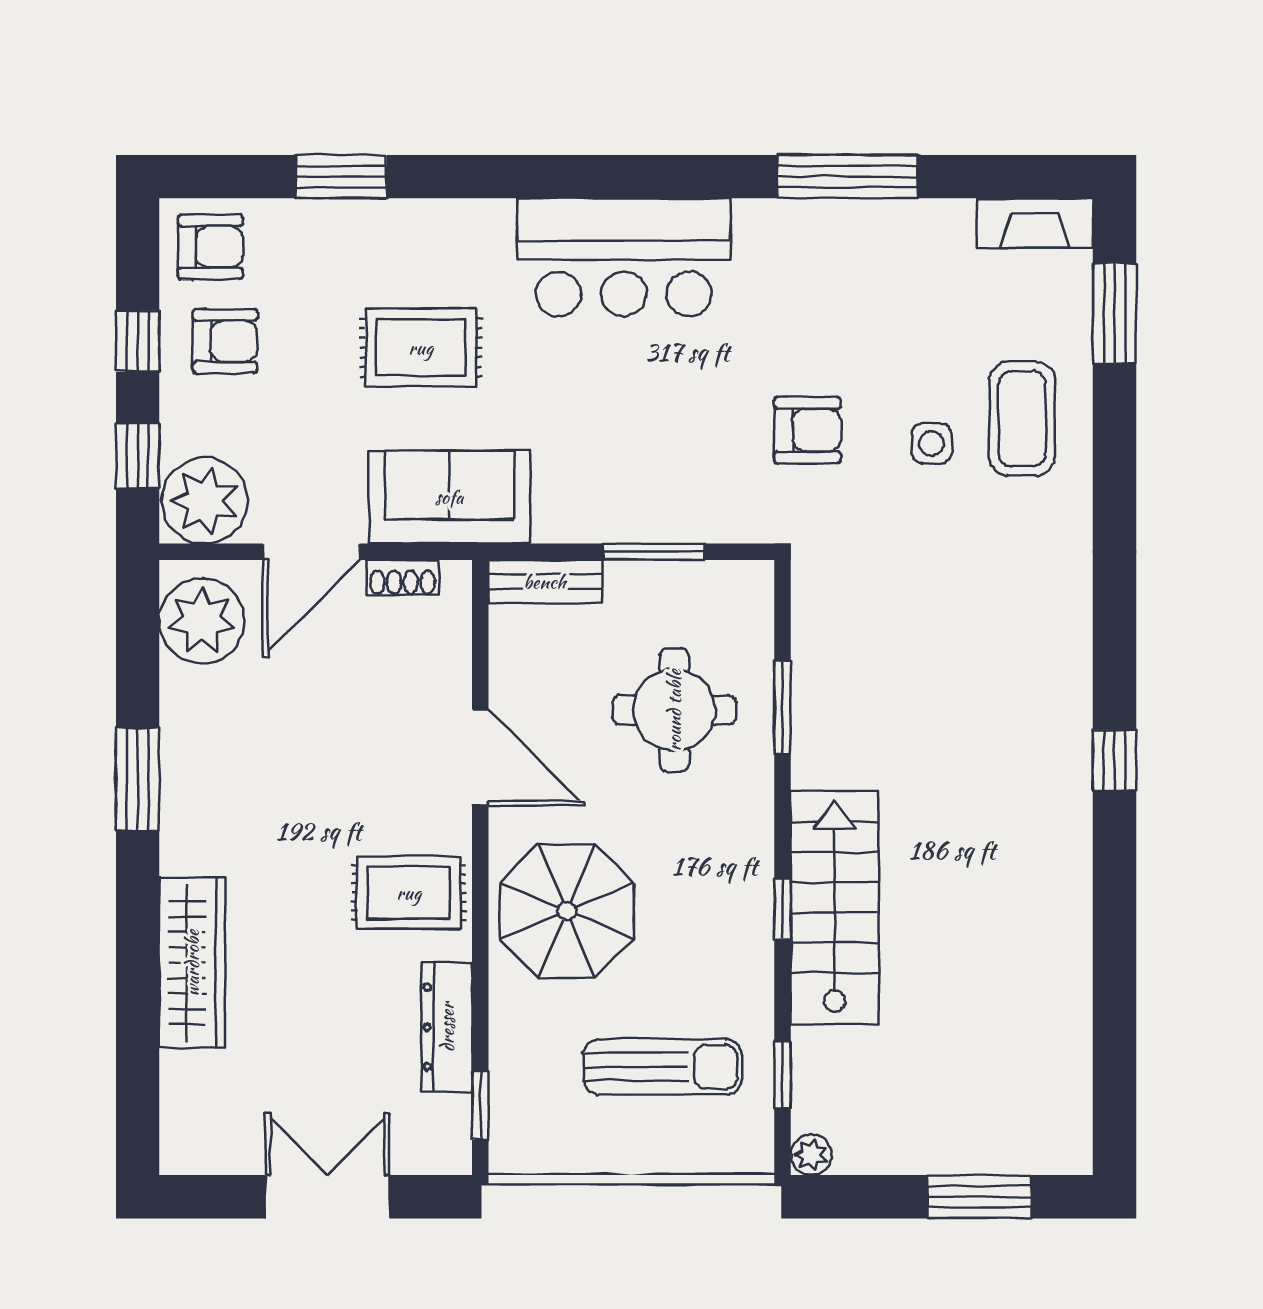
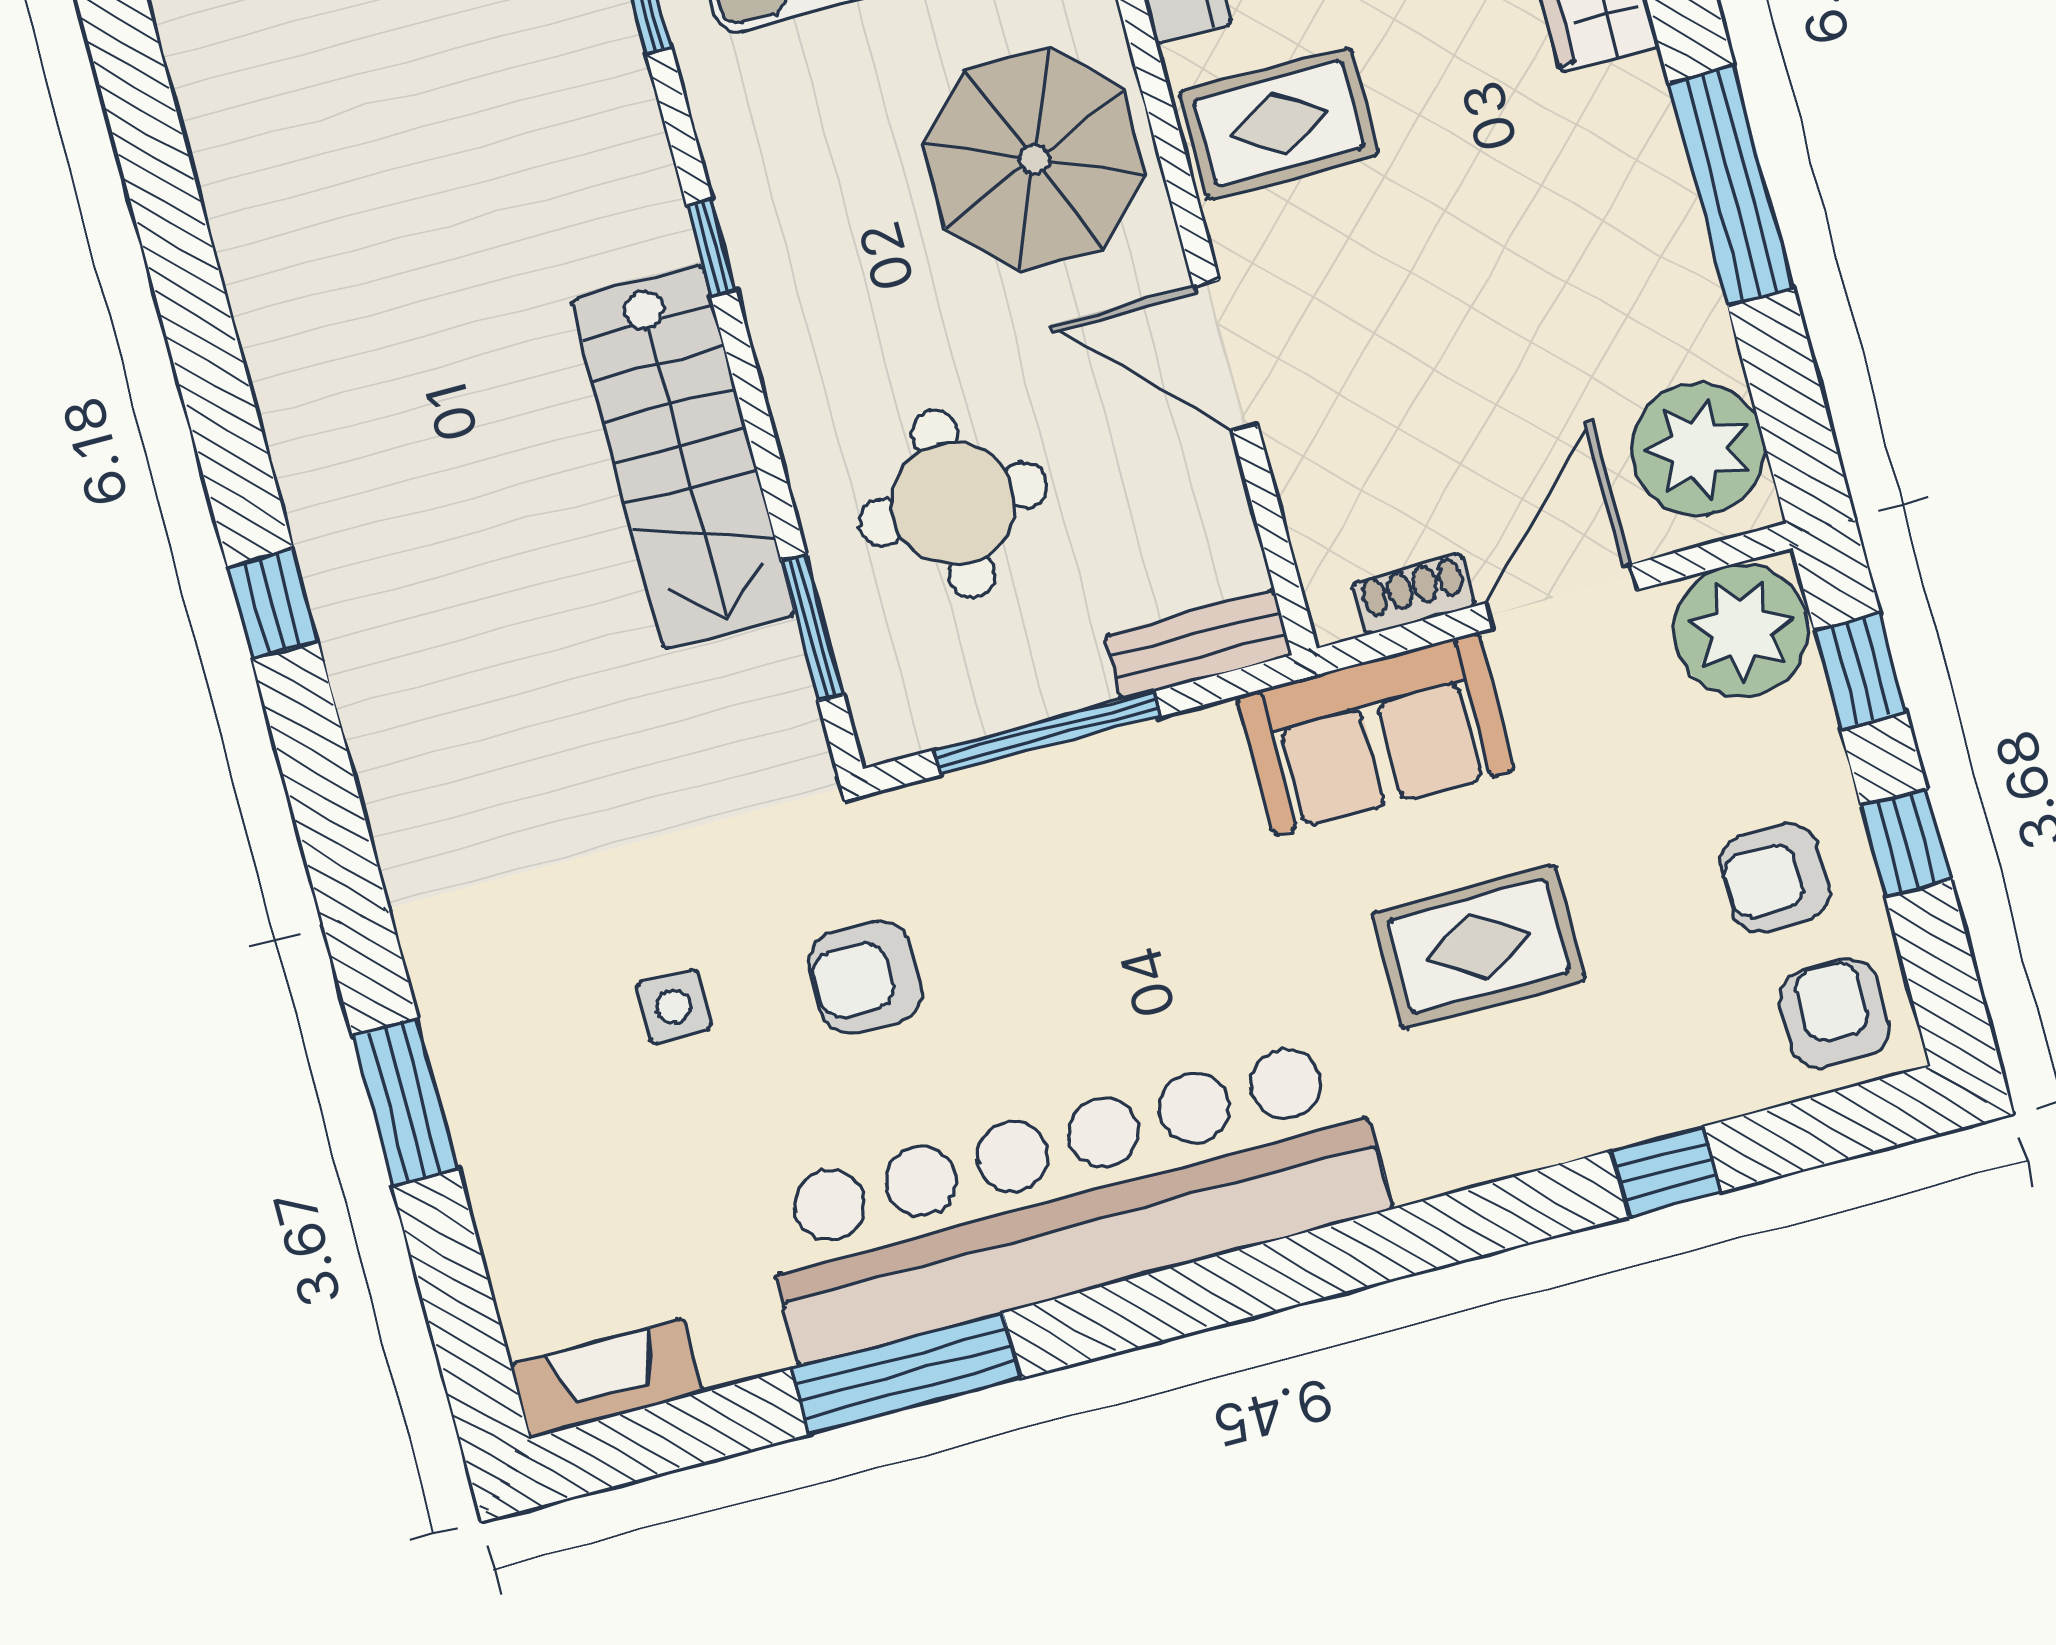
window: (341, 177) -> (1666, 1171), width x0.67
armchair: (210, 247) -> (1834, 1014), turned 90
bar counter: (624, 257) -> (1072, 1199), width x1.86
window: (1114, 313) -> (405, 1102), moved
coffee table: (1022, 419) -> (548, 1080), removed
window: (654, 552) -> (1047, 733), width x1.44
window: (783, 708) -> (812, 628), moved
window: (138, 779) -> (1731, 186), width x1.44
stairs: (835, 908) -> (683, 457), moved

